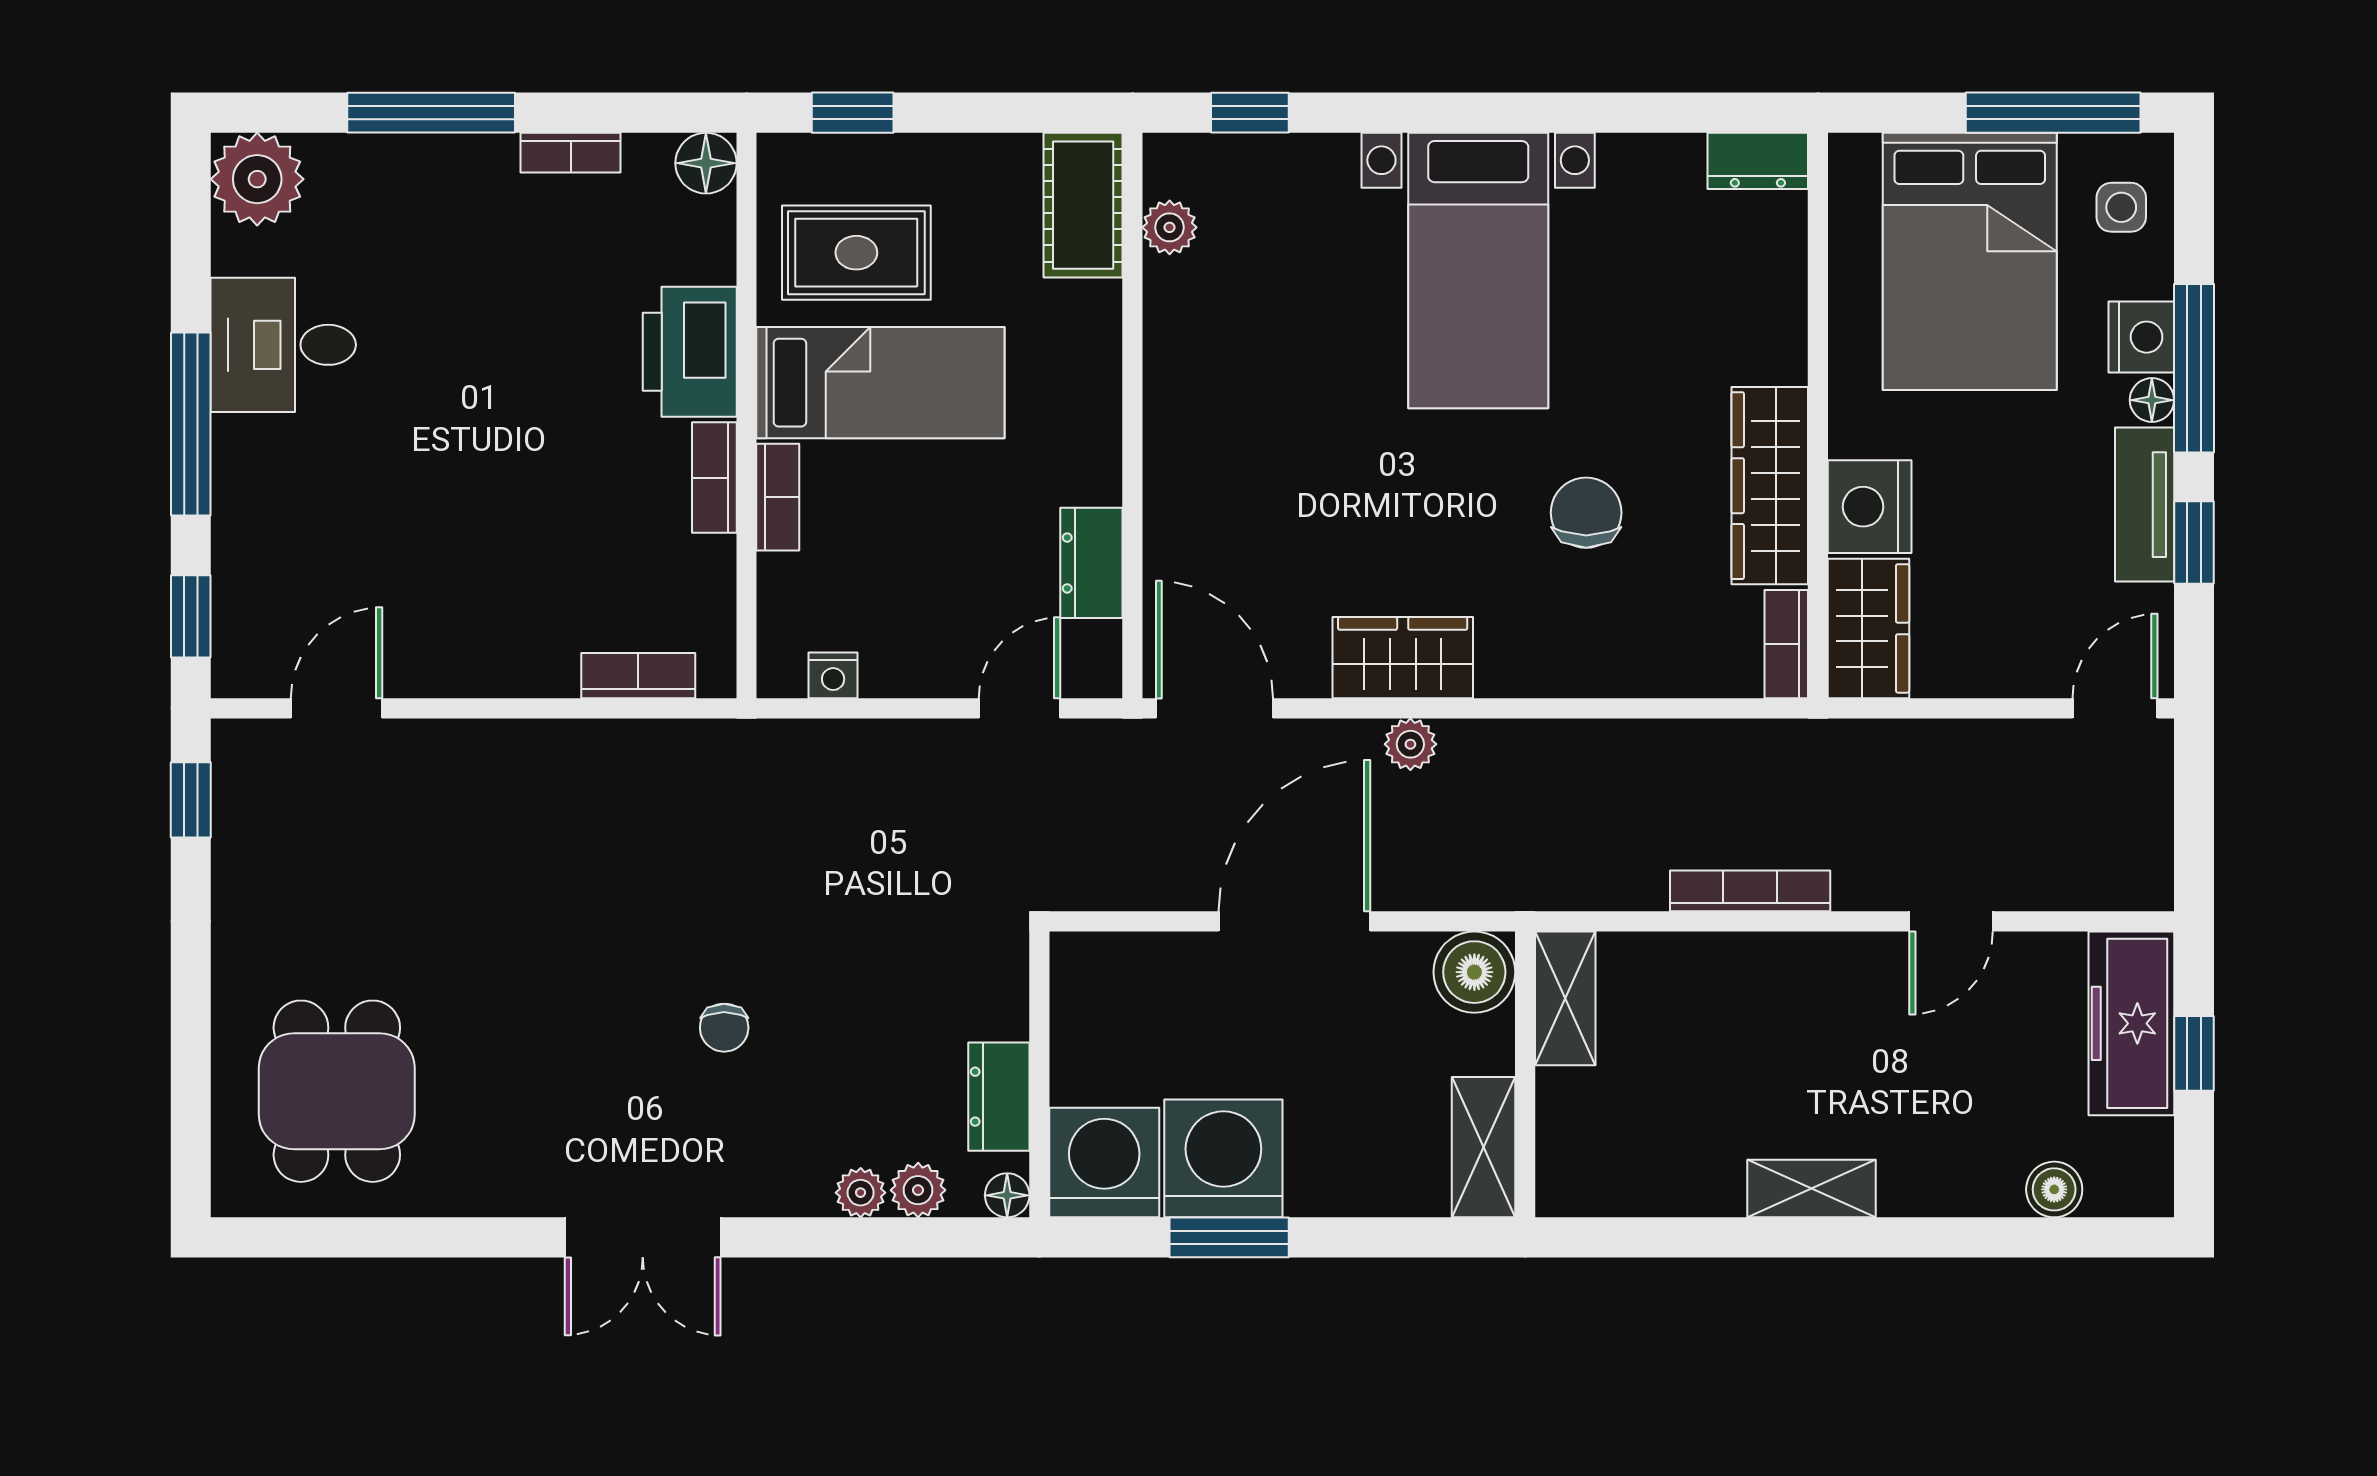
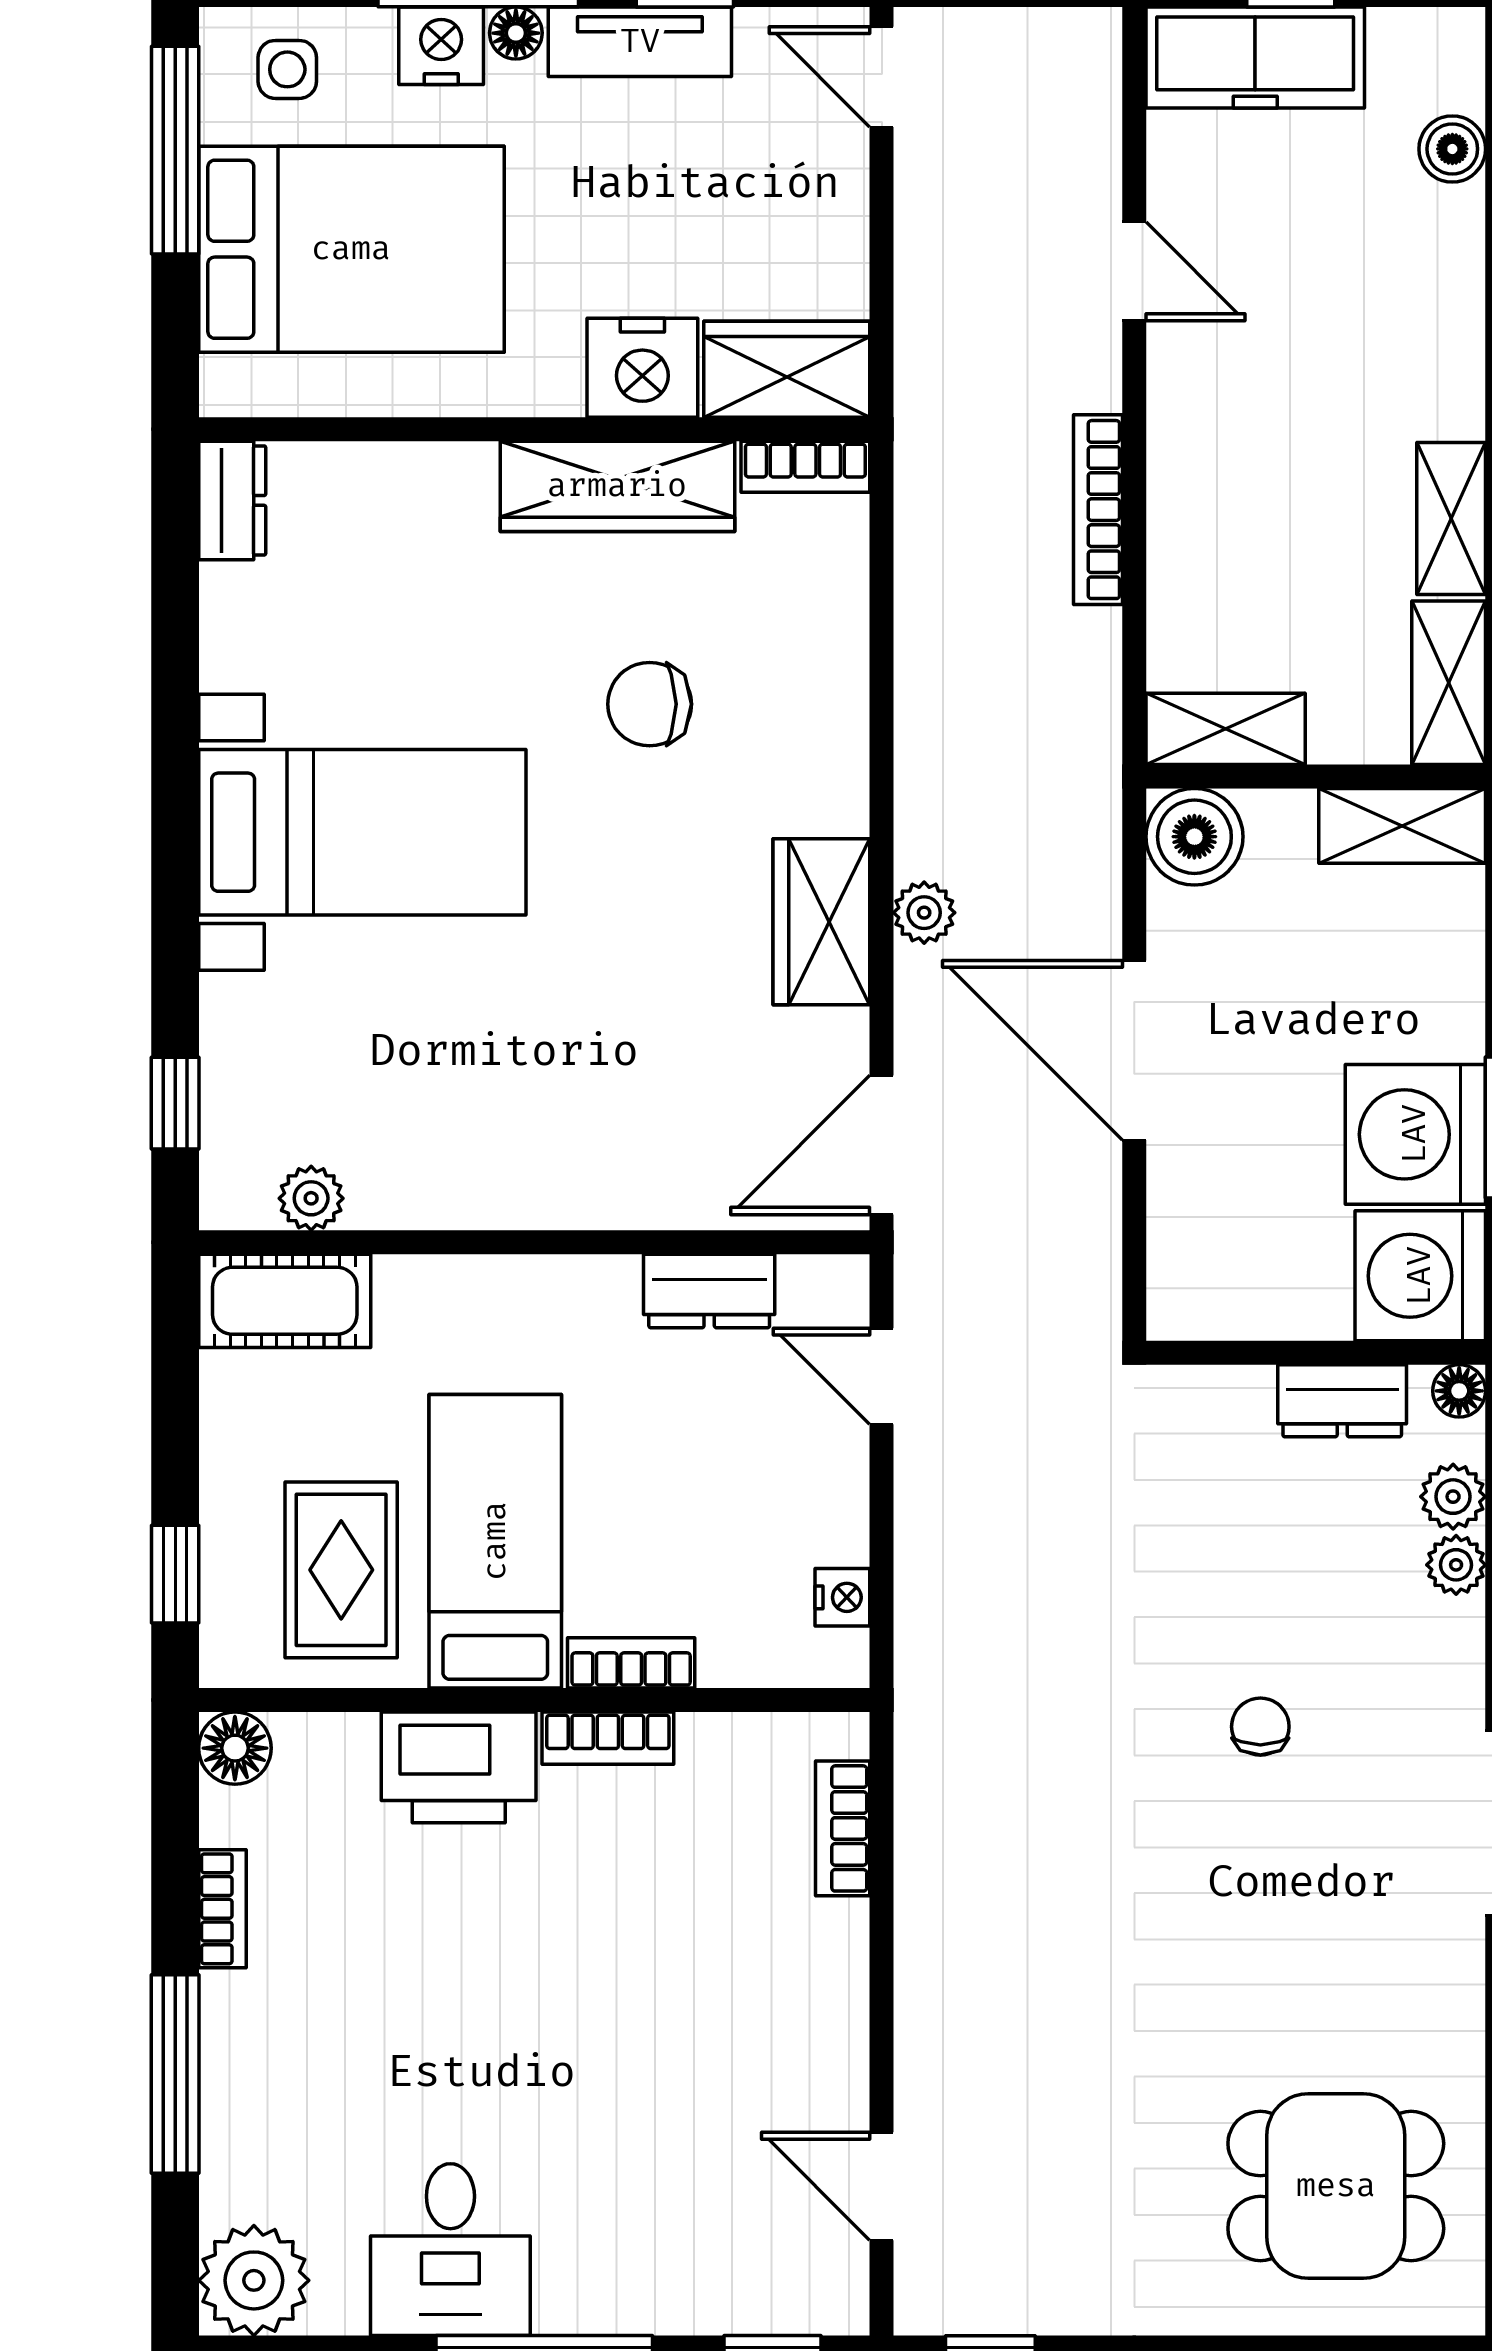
chair: (724, 1028) -> (1260, 1727), turned -90
shelving: (1604, 1186) -> (1449, 683), added
shelving: (1811, 1189) -> (1451, 518), moved

